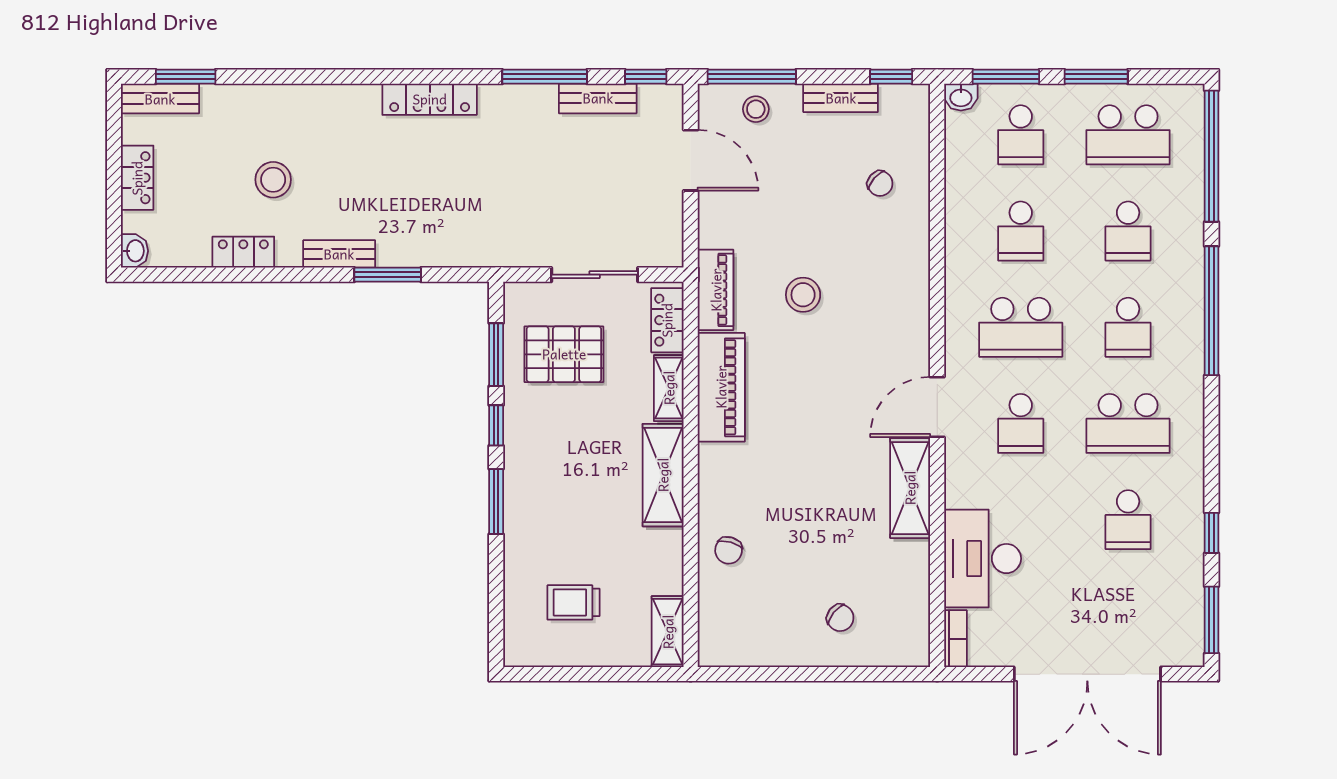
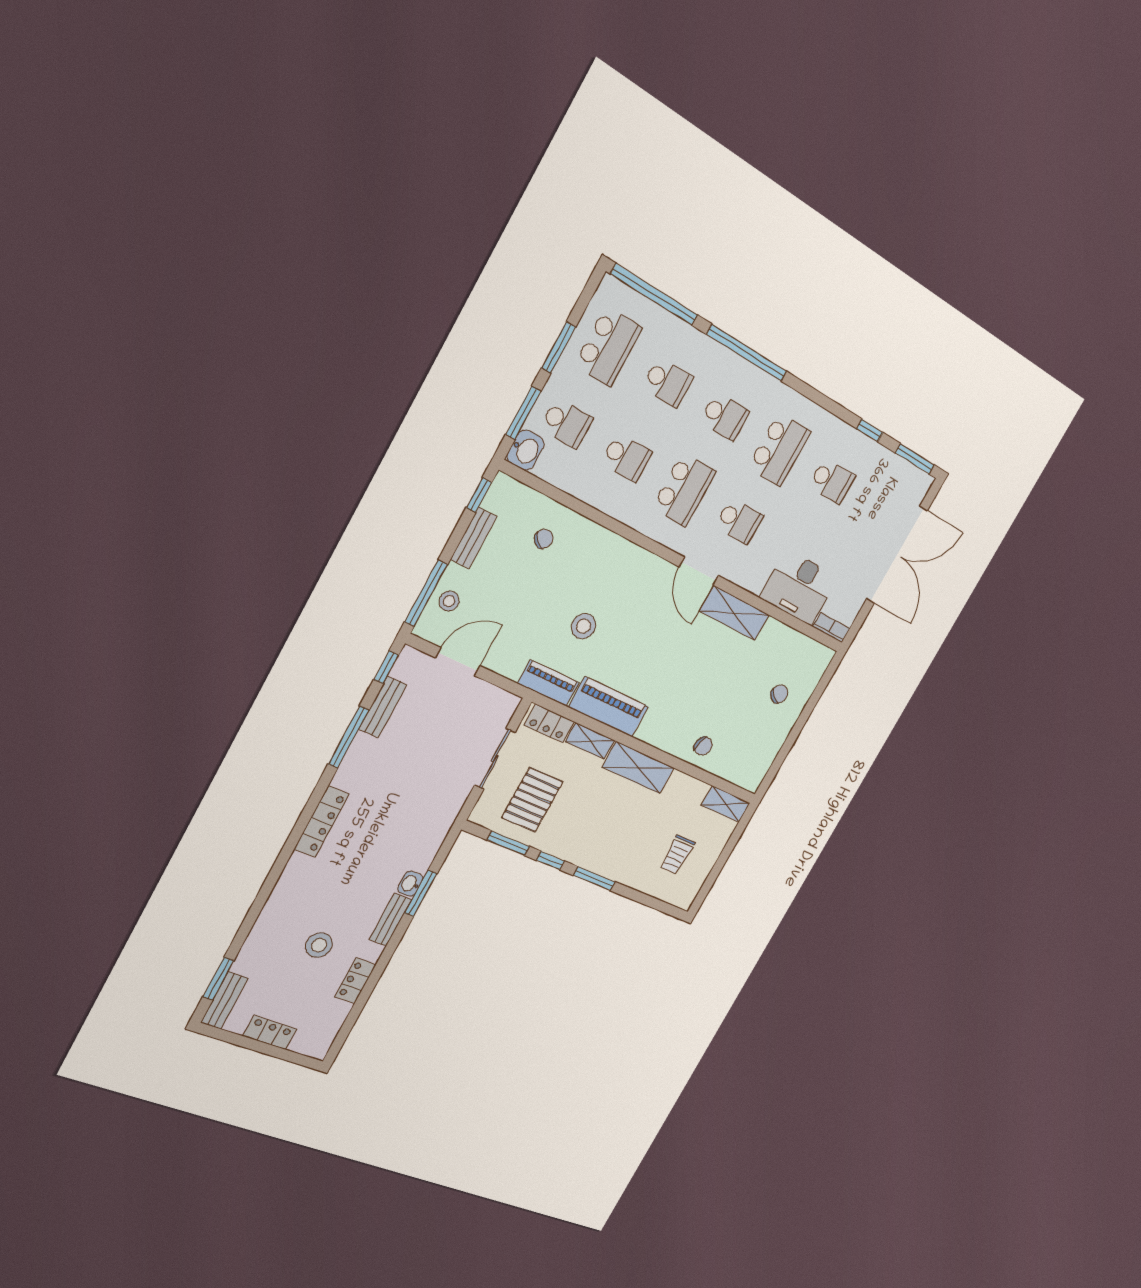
washbasin: (961, 97) -> (526, 450), width x1.38, depth x1.45
washbasin: (135, 251) -> (410, 884), moved, turned -90

